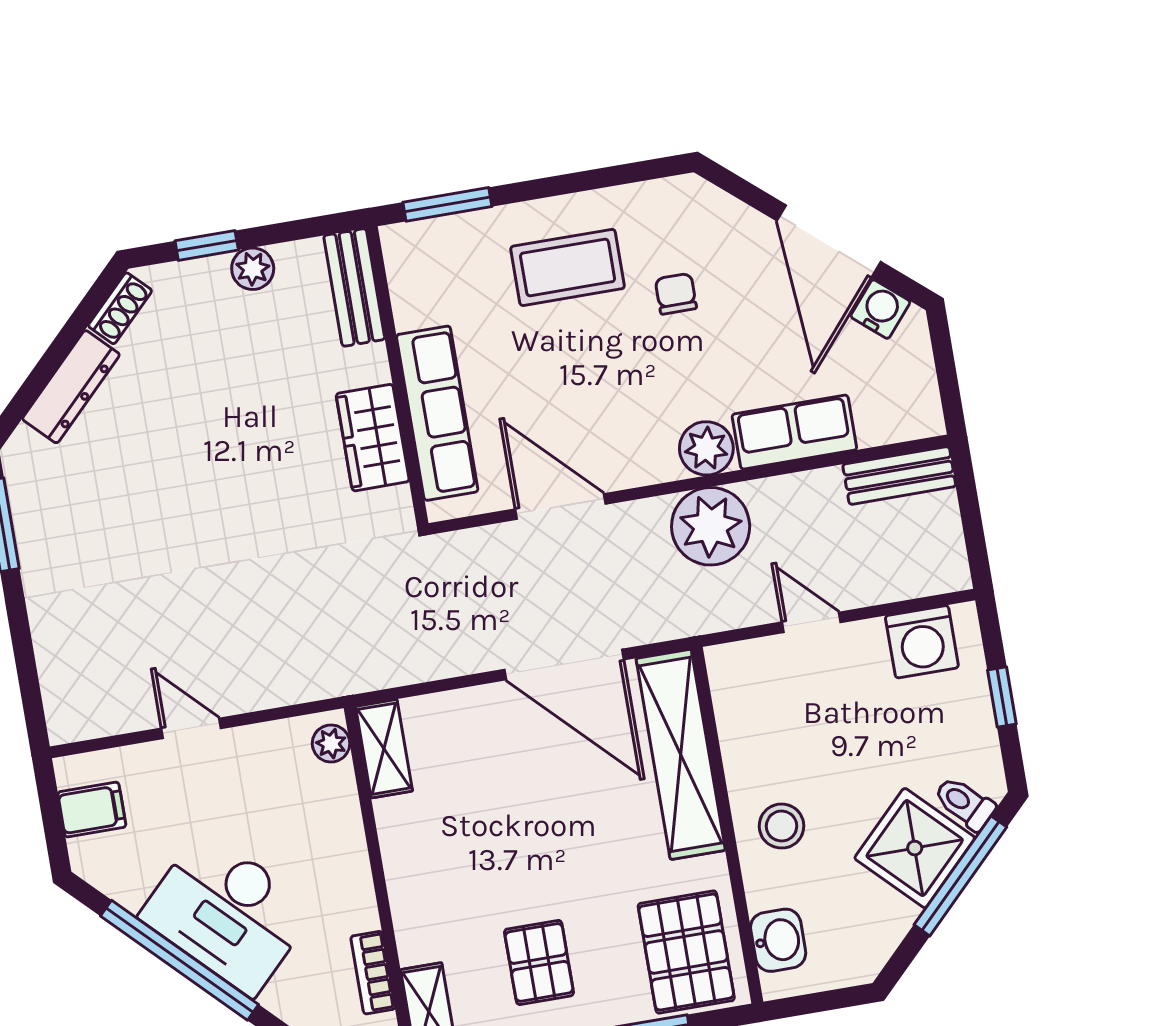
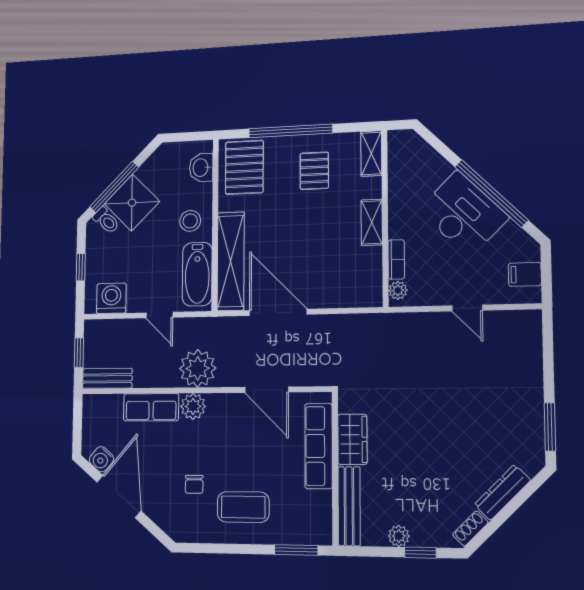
bench: (354, 287) -> (349, 506), width x1.36
window: (971, 518) -> (79, 353), added
bathtub: (746, 718) -> (197, 274), added
shelving: (384, 749) -> (372, 222), moved
bookcase: (373, 973) -> (396, 259), moved

